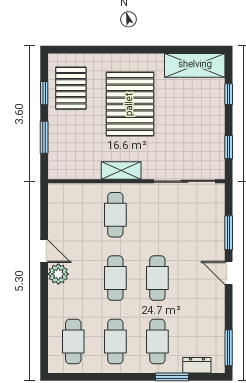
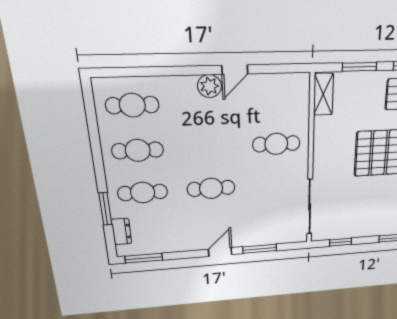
shelving: (121, 170) -> (323, 94), moved
cafe table: (115, 278) -> (209, 147), removed

